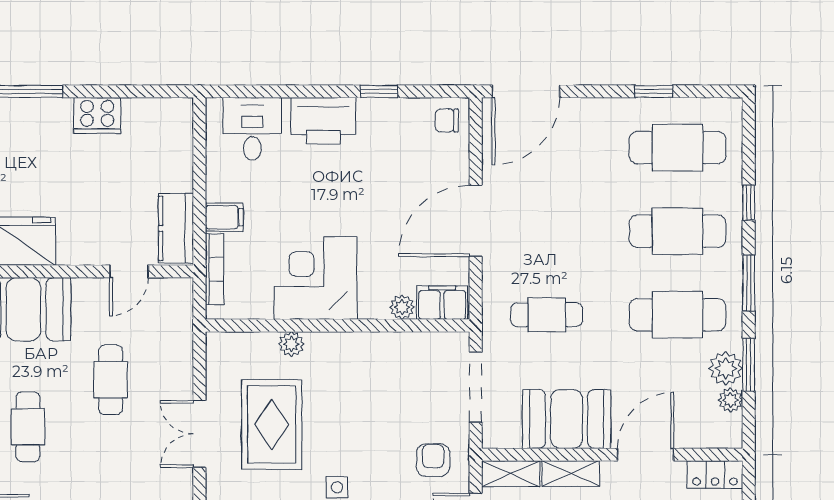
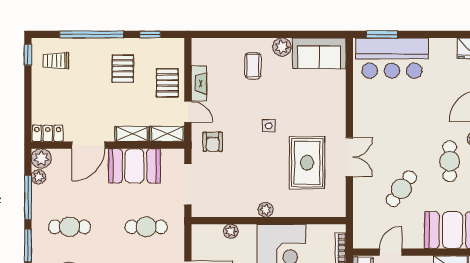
filing cabinet: (442, 303) -> (207, 234), removed
cafe table: (678, 315) -> (70, 227), width x0.73, depth x0.74
plant: (291, 344) -> (266, 210), moved
window: (749, 365) -> (28, 198), width x1.44
plant: (726, 368) -> (41, 158), moved
cafe table: (111, 380) -> (401, 189), turned 36

